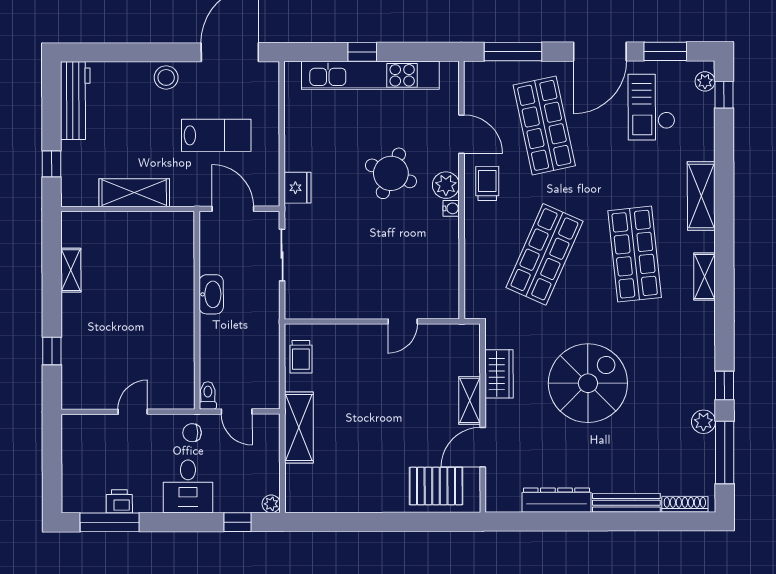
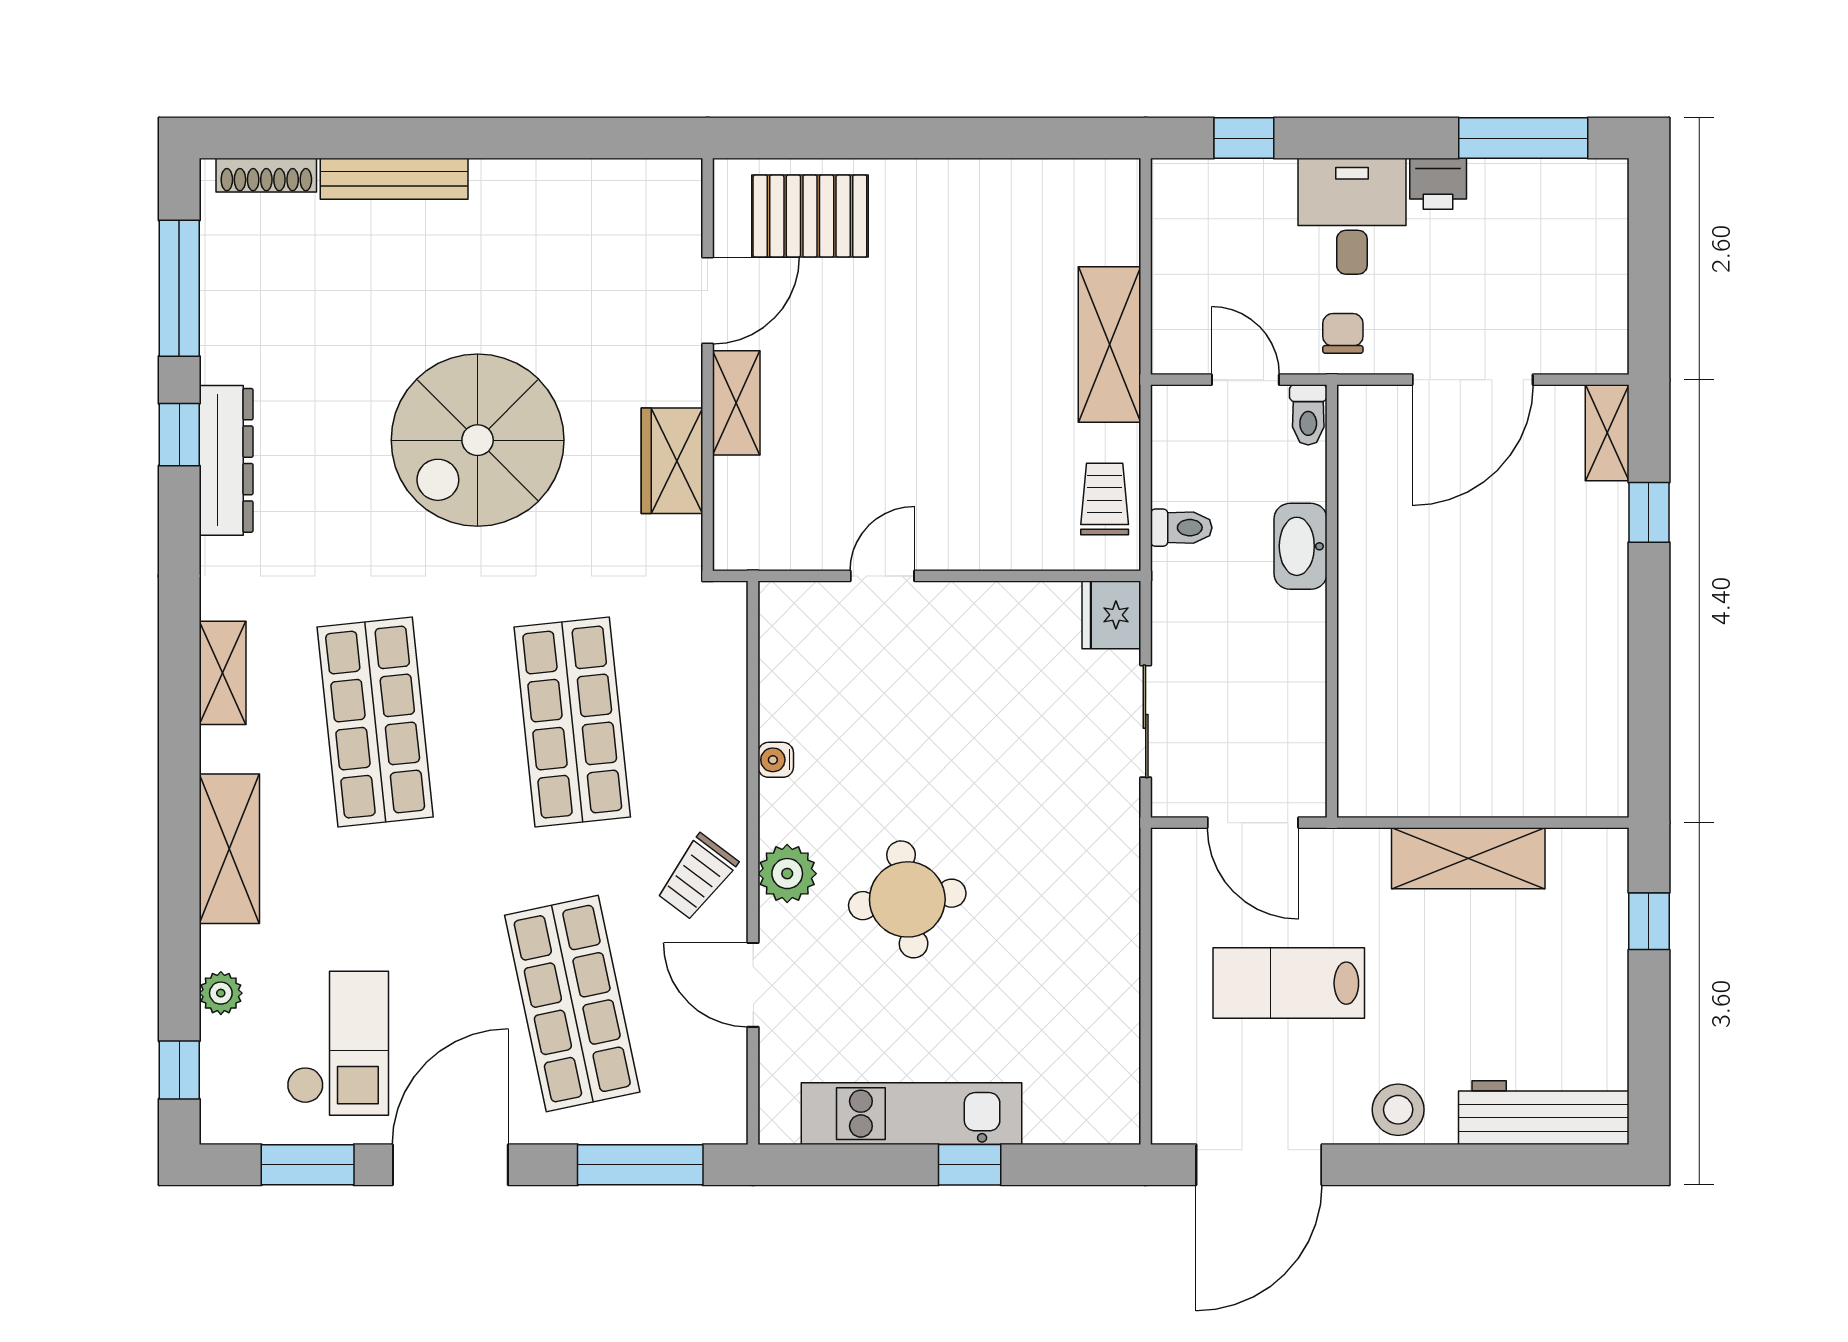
kitchen unit: (370, 75) -> (912, 1114), width x0.73
plant: (705, 81) -> (221, 993), moved
workbench: (75, 101) -> (1544, 1113), moved, turned 90
round table: (391, 173) -> (907, 899), turned -31
trolley: (487, 183) -> (697, 877), turned 37
fridge: (298, 188) -> (1111, 615), moved
water cooler: (451, 208) -> (776, 760), moved
shop shelf: (544, 254) -> (572, 722), turned -30
shelving: (71, 270) -> (1607, 433), moved
washbasin: (211, 294) -> (1300, 546), moved
toilet: (266, 344) -> (1181, 528), added
door: (133, 412) -> (1473, 380), width x1.88
plant: (703, 422) -> (225, 355), removed
chair: (192, 433) -> (1343, 333), turned -90
dresser: (556, 500) -> (226, 460), moved, turned -90
printer: (119, 501) -> (1438, 184), moved
plant: (271, 504) -> (1170, 178), removed

